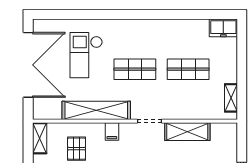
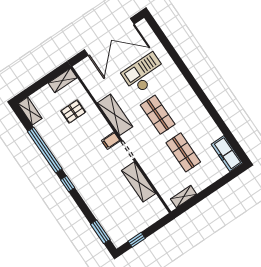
freezer: (223, 28) -> (227, 154), width x1.40
shelving: (96, 110) -> (115, 115), width x0.68
filing cabinet: (112, 131) -> (111, 141), moved

